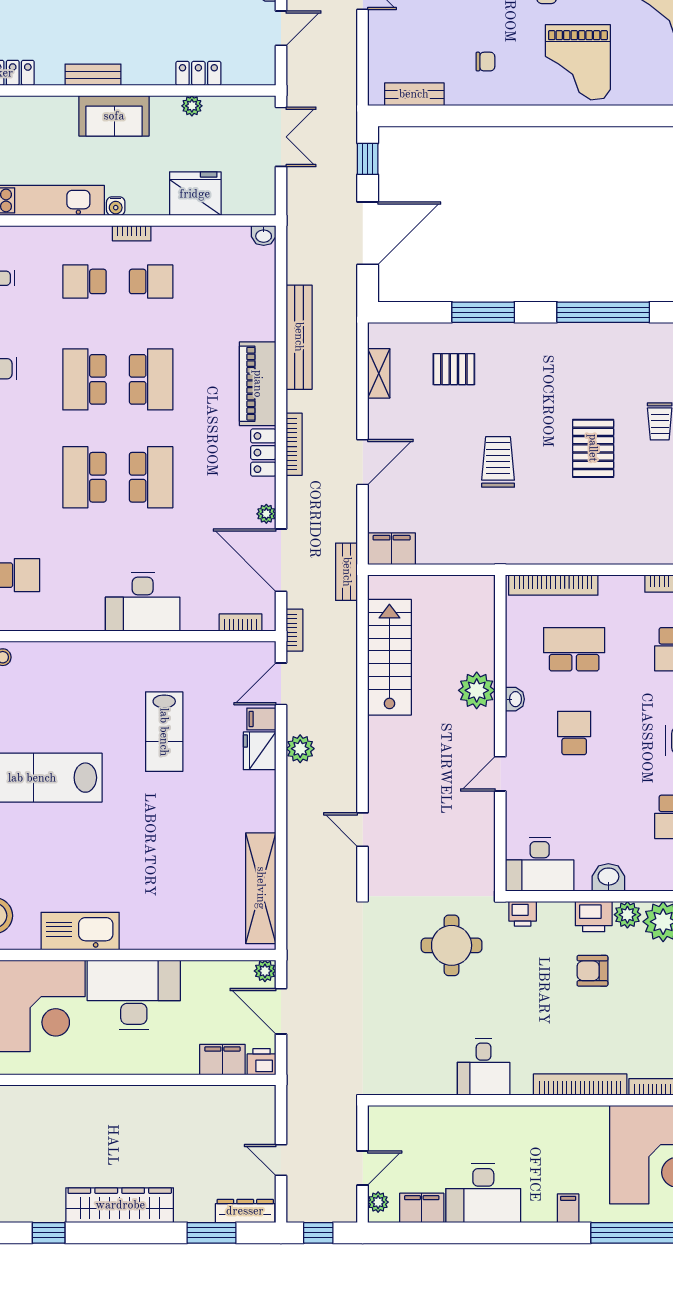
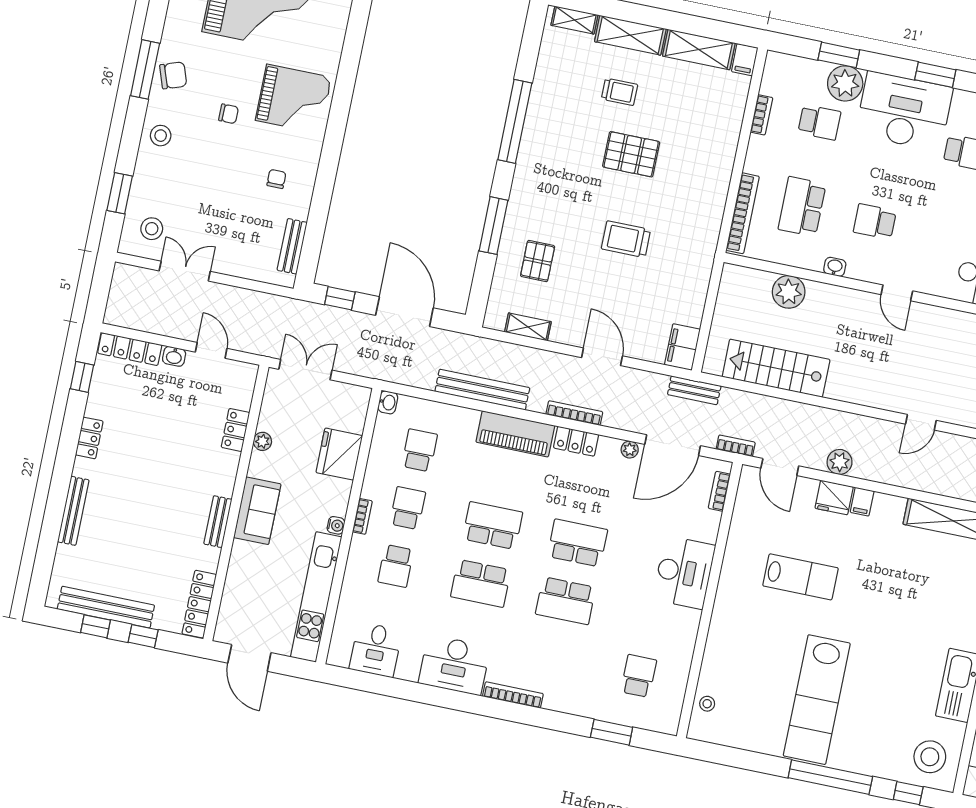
school desk: (218, 281) -> (420, 450), added
plant: (477, 690) -> (789, 292), moved
filing cabinet: (261, 719) -> (862, 502), moved

